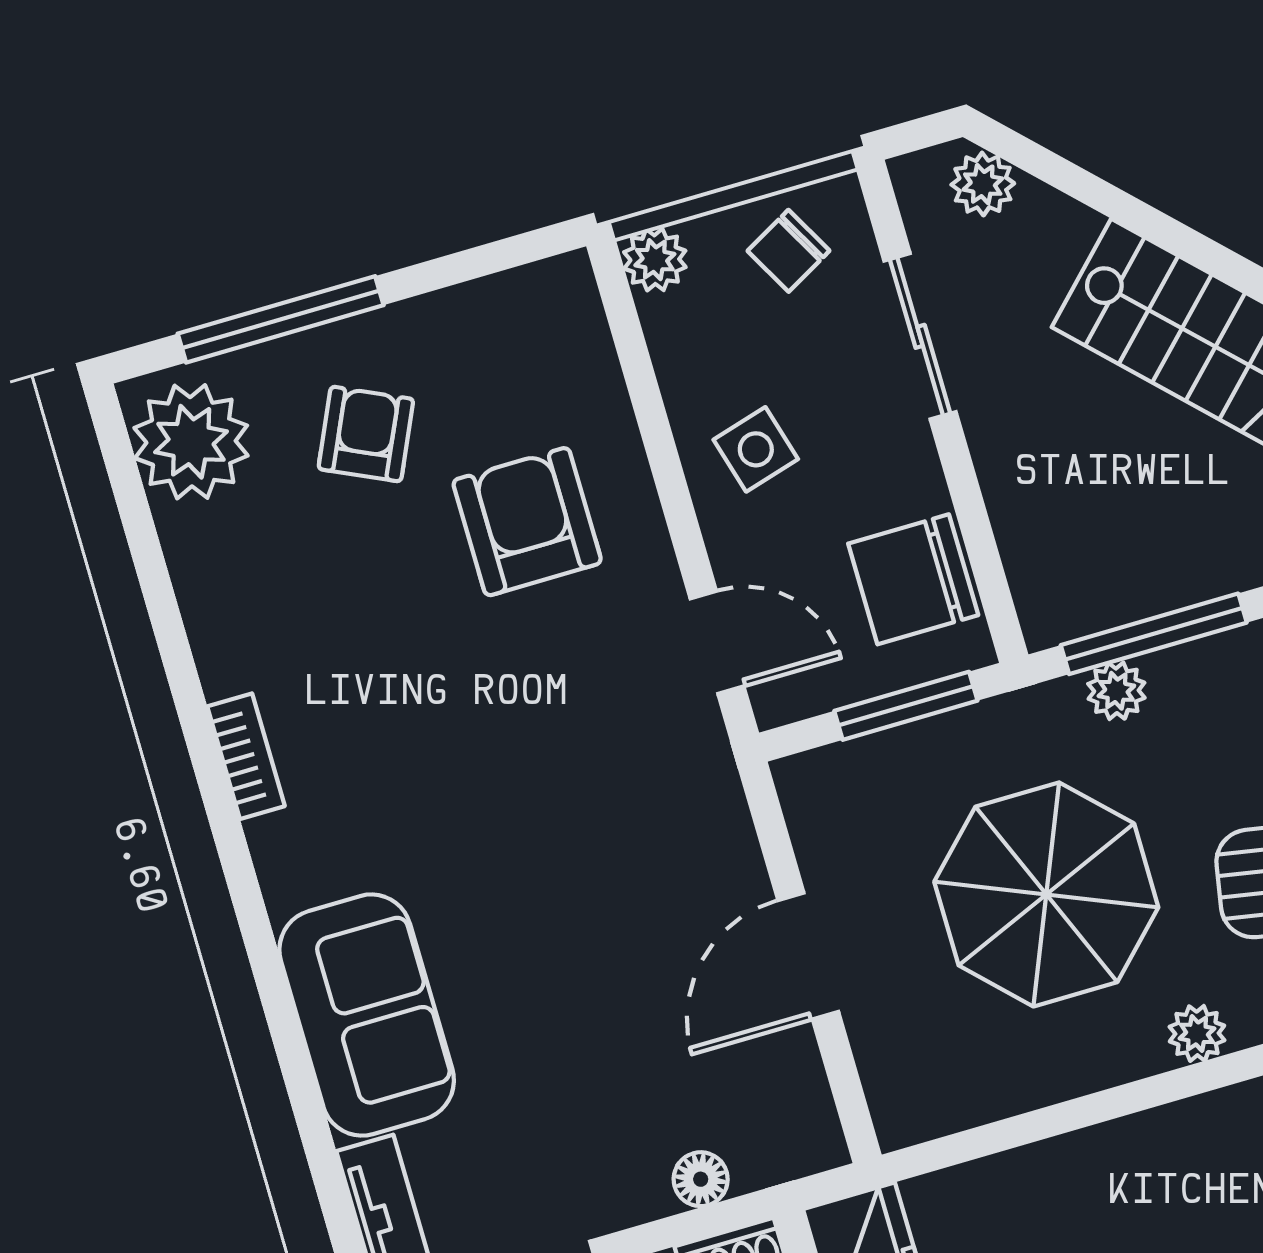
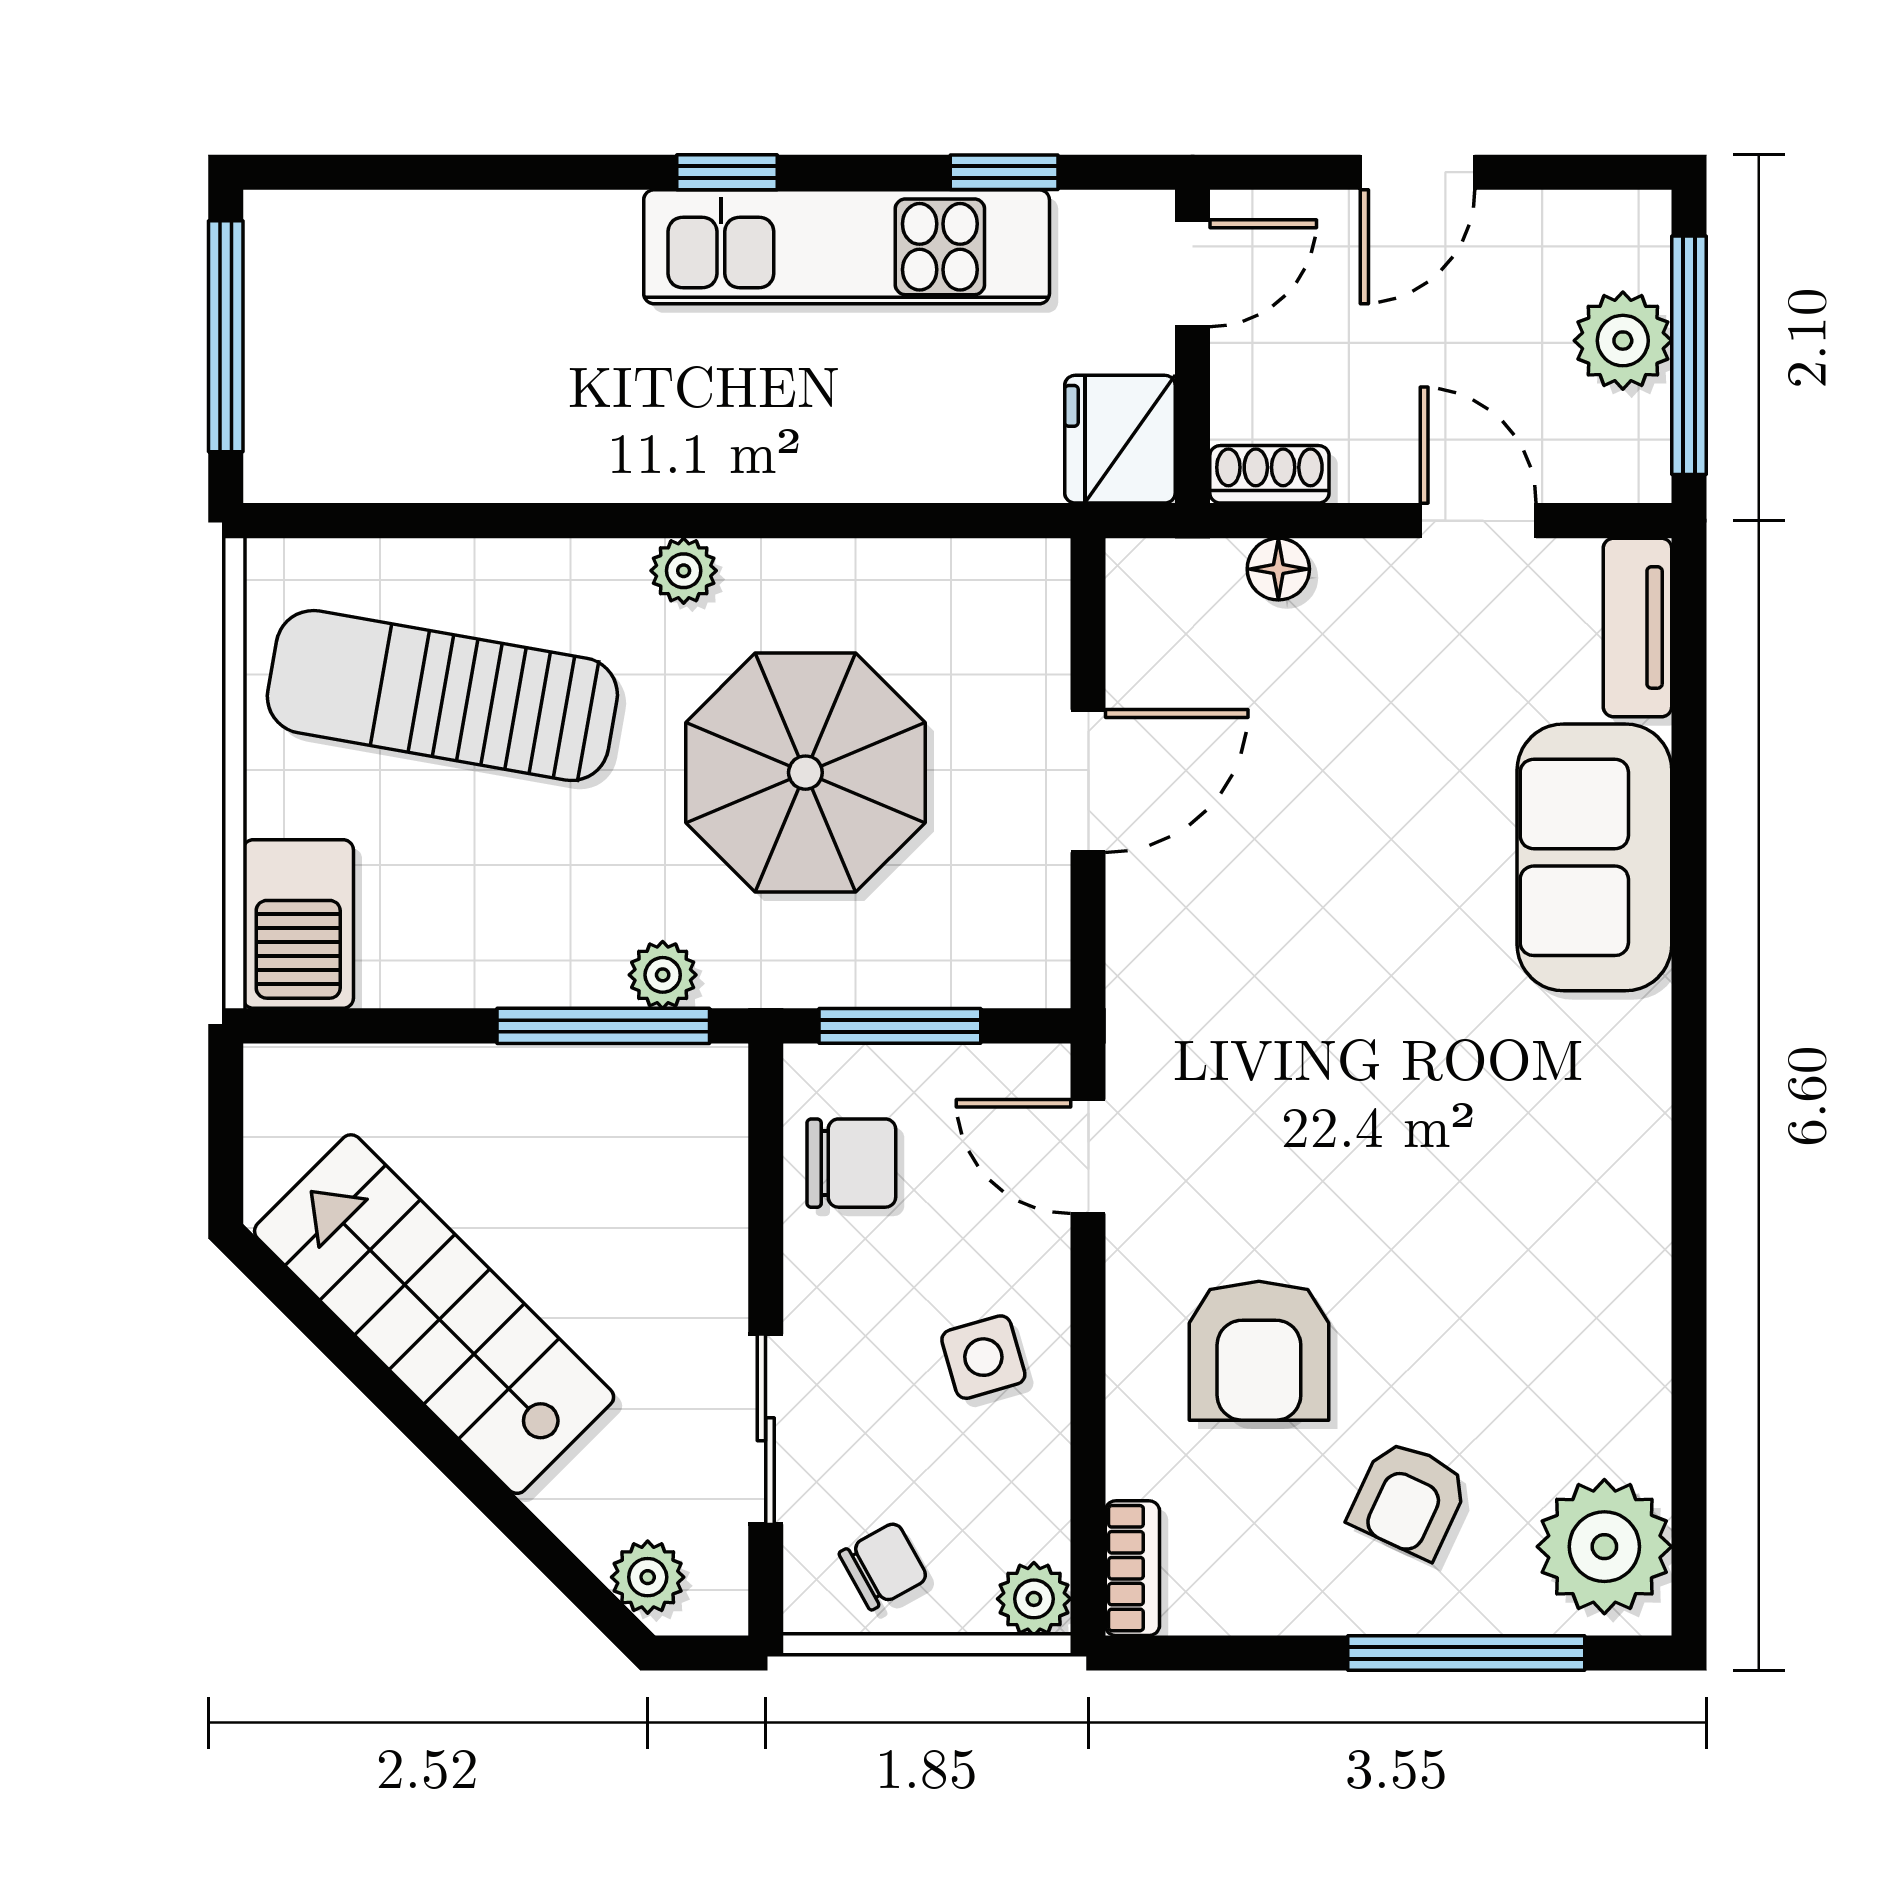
chair: (913, 579) -> (851, 1163), width x0.73, depth x0.73
bookcase: (246, 756) -> (1132, 1568), moved, turned 180

